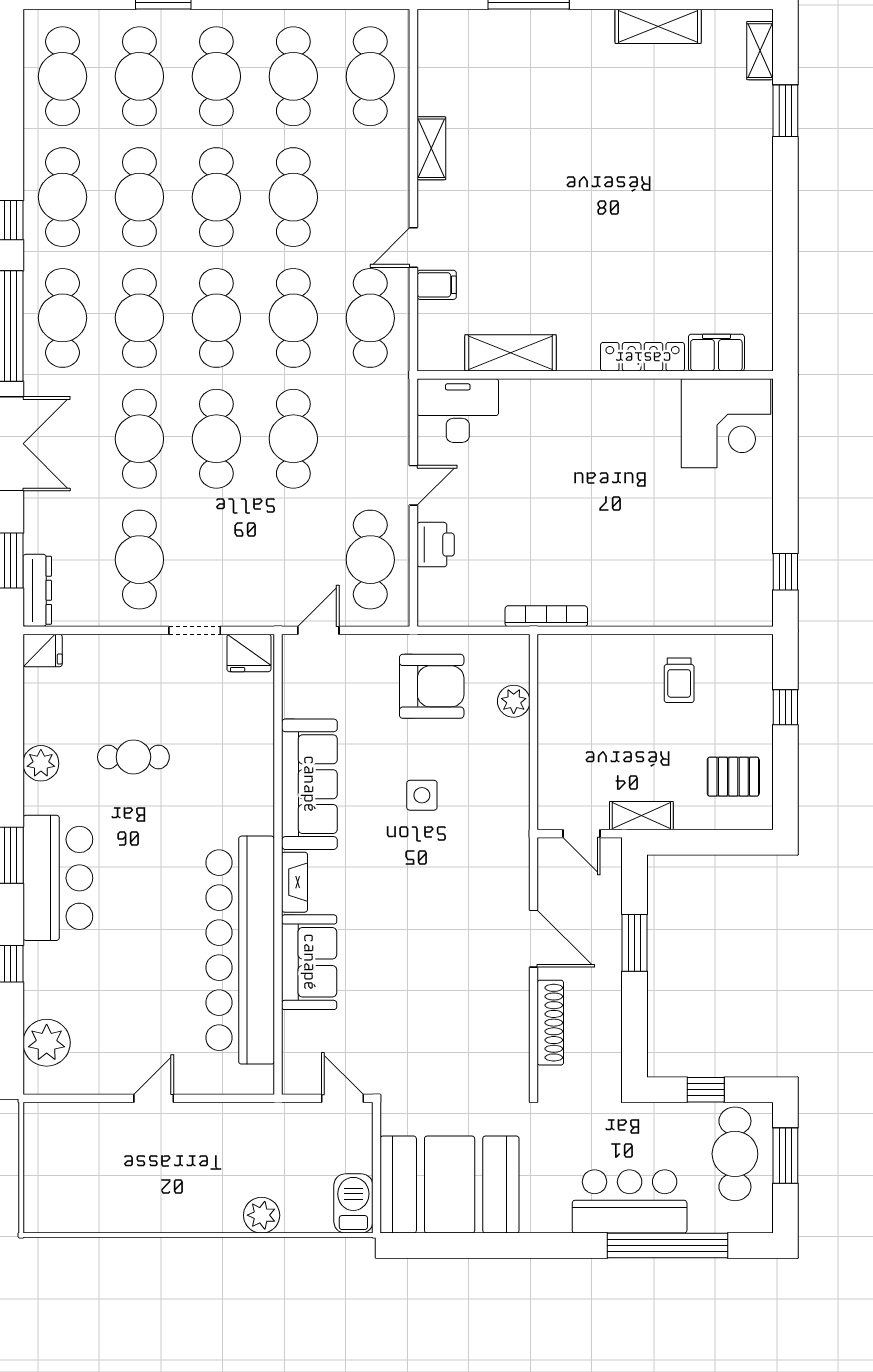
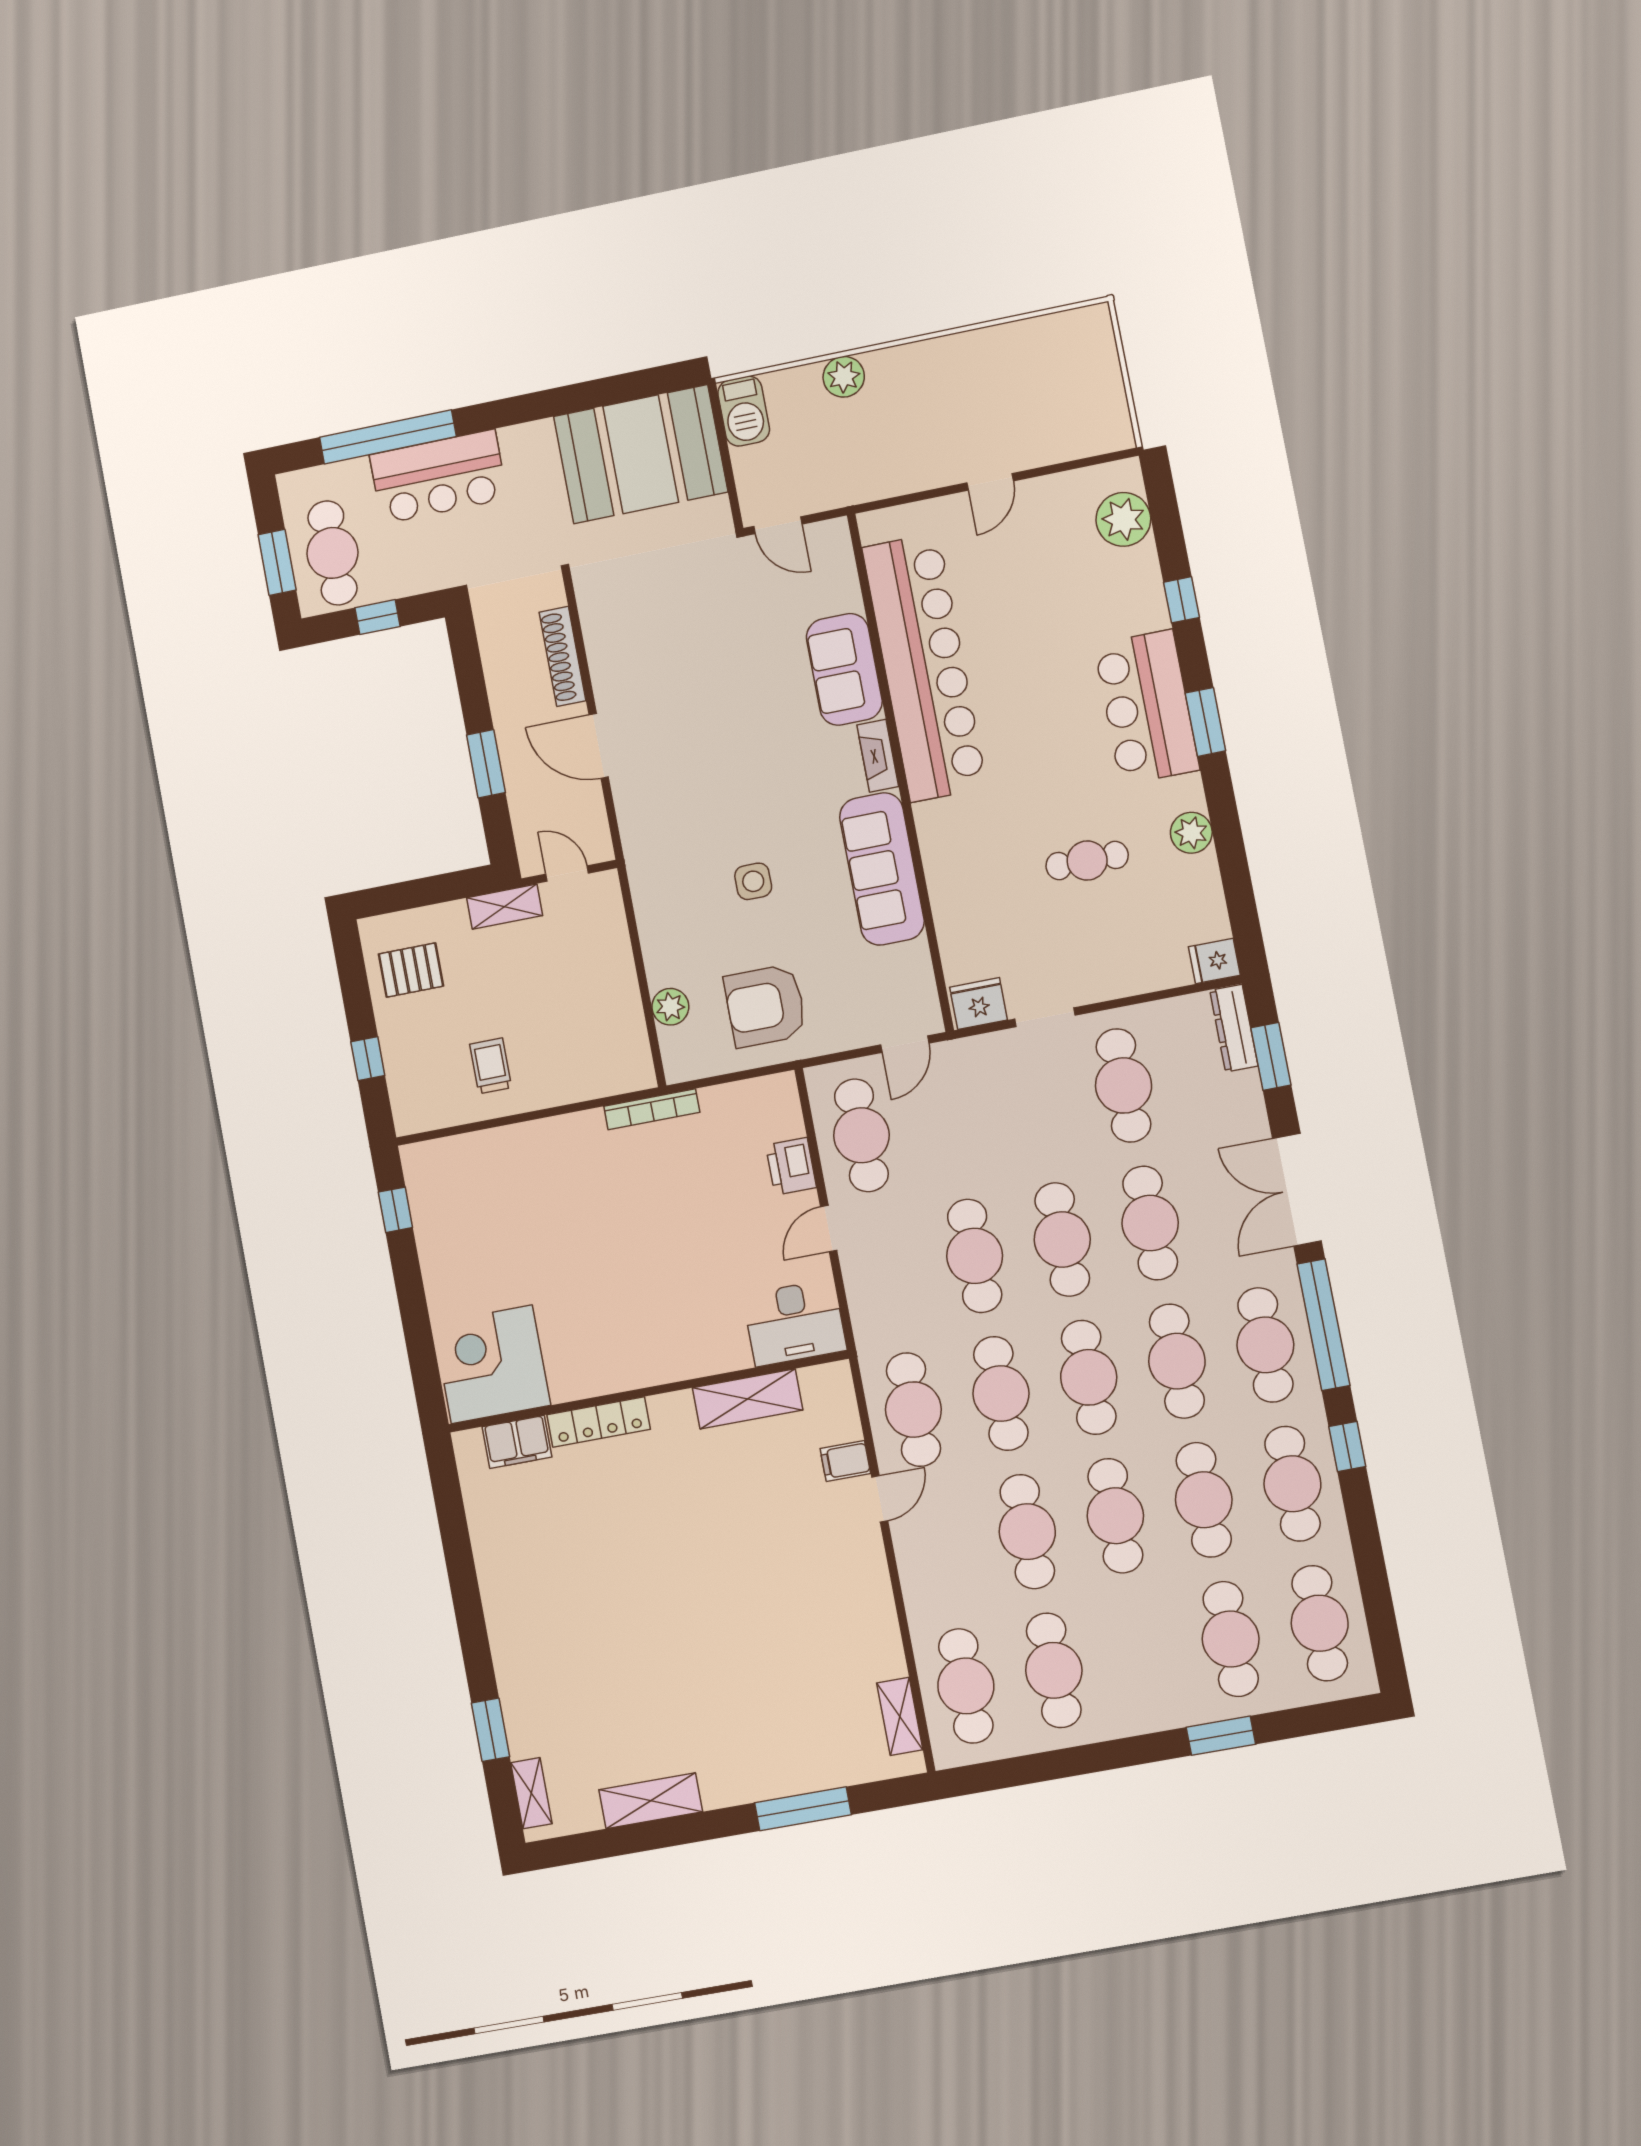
cafe table: (216, 76) -> (1142, 1655), removed
shelving: (431, 148) -> (900, 1716), moved

